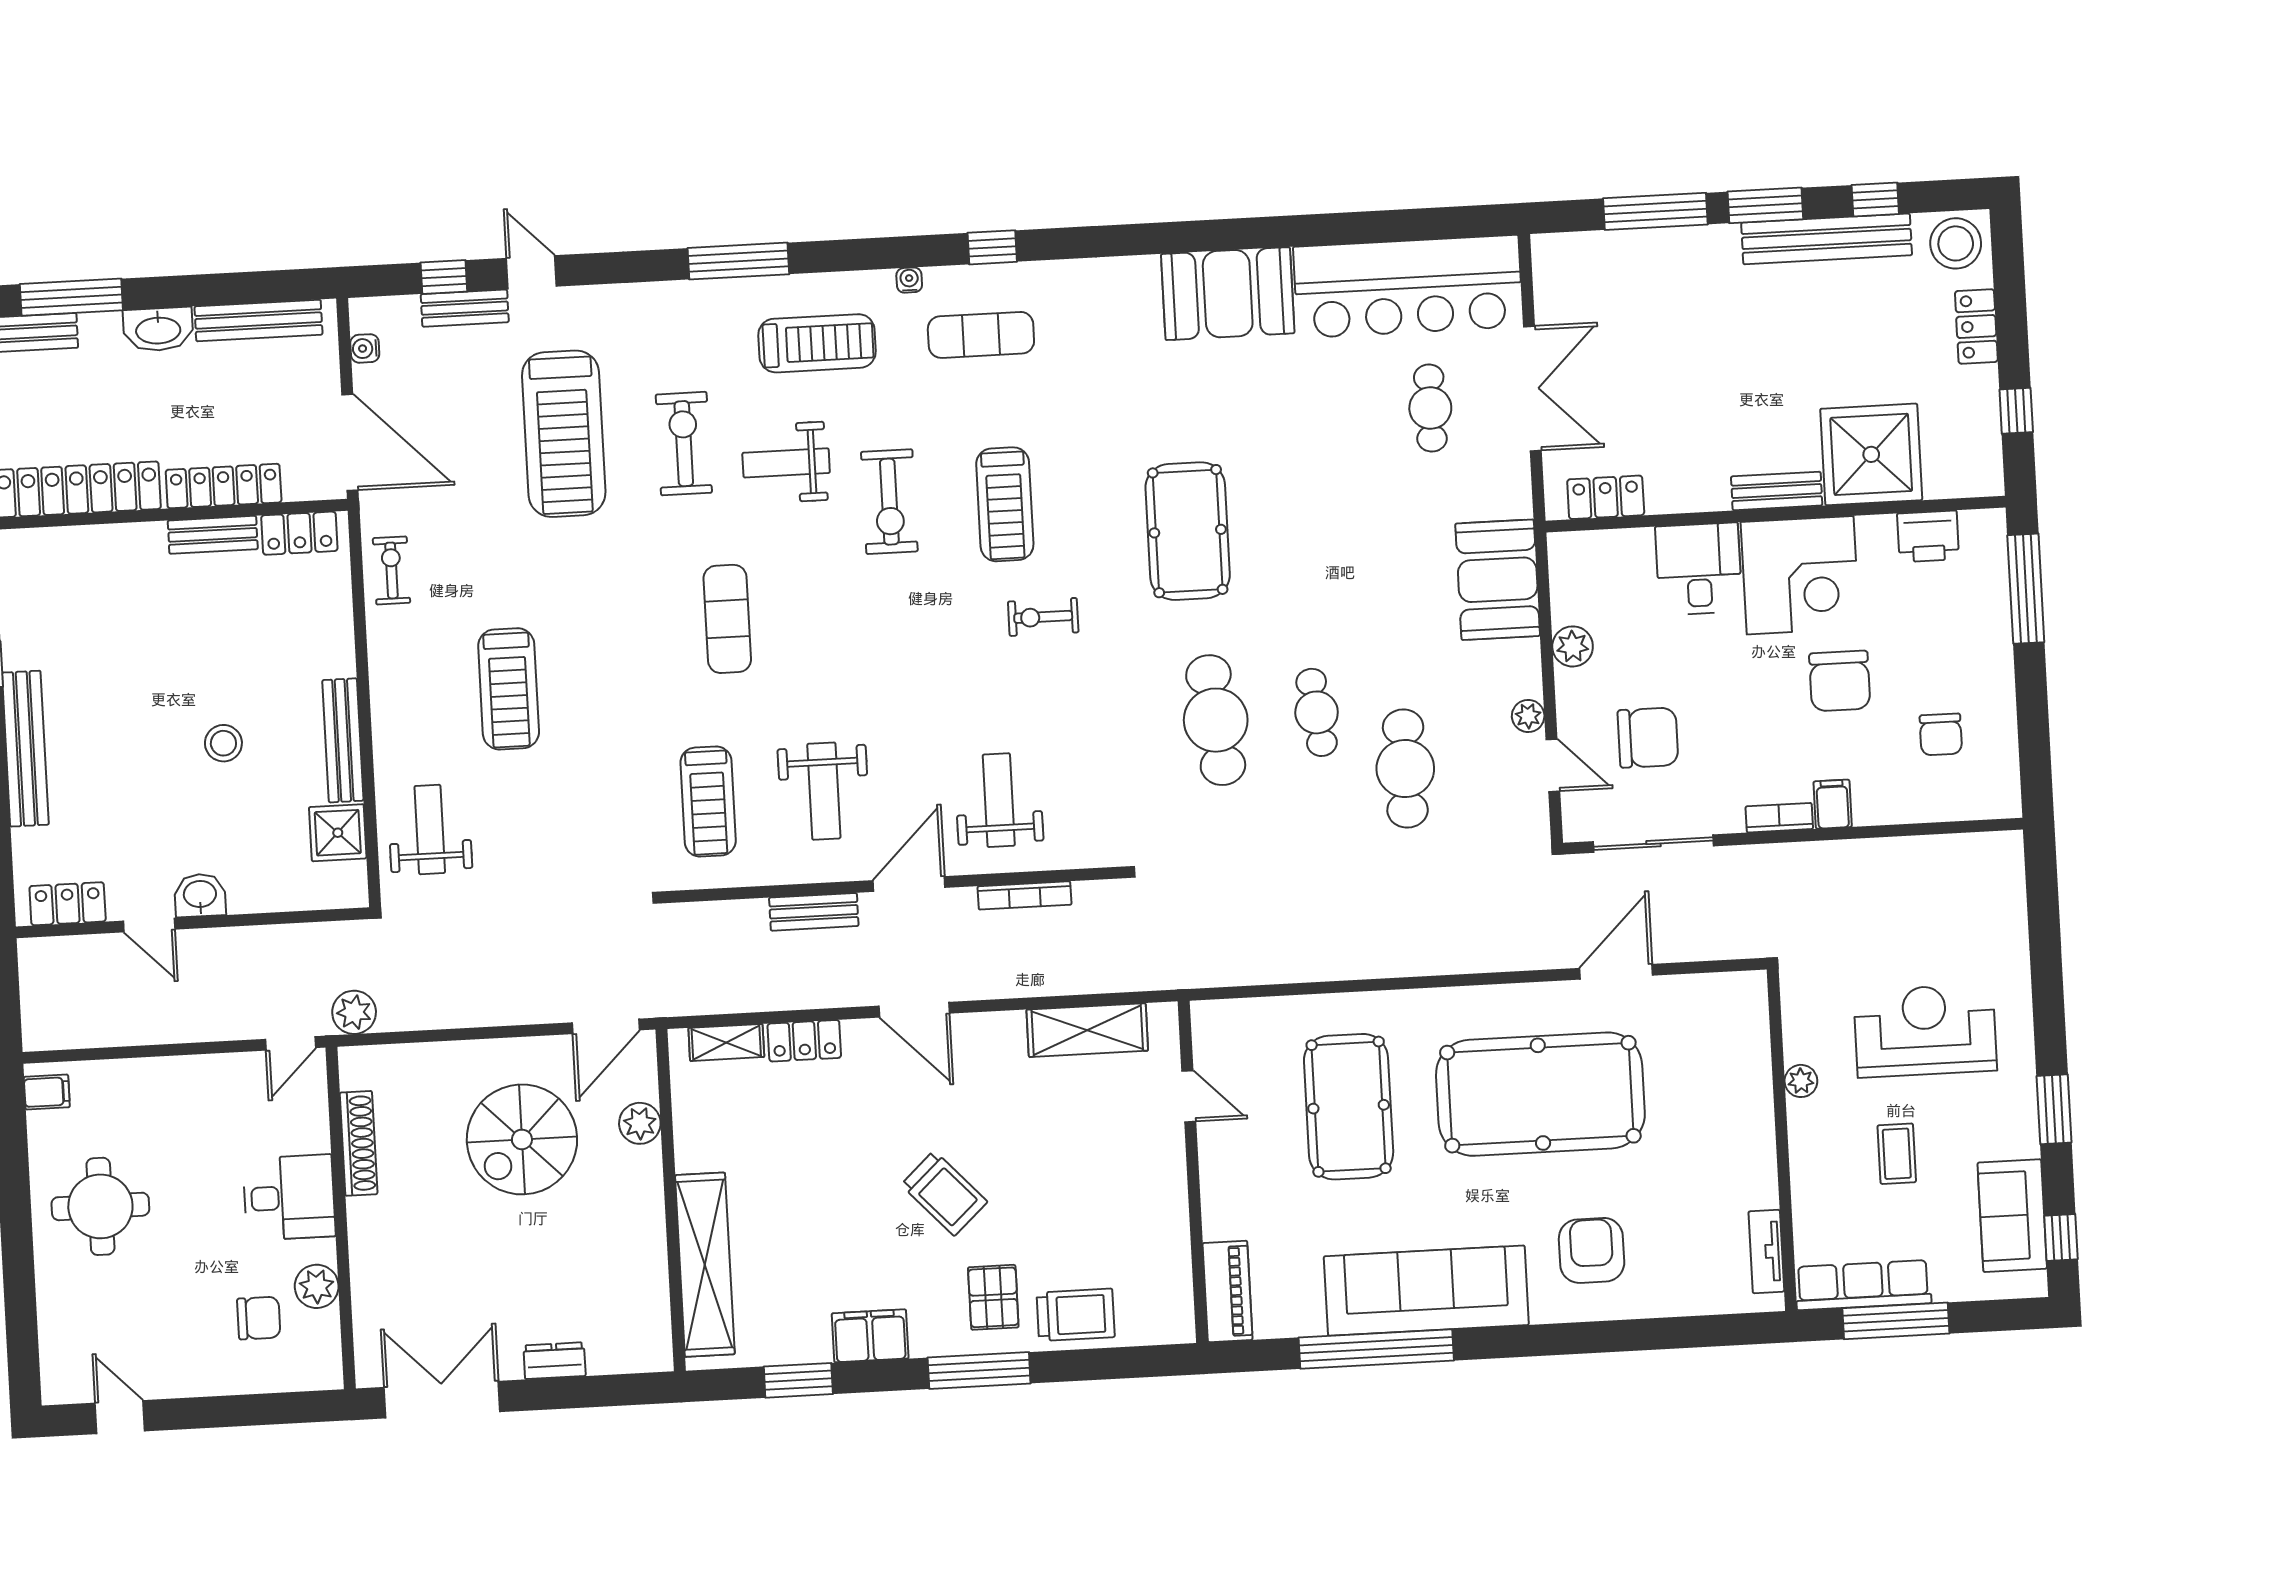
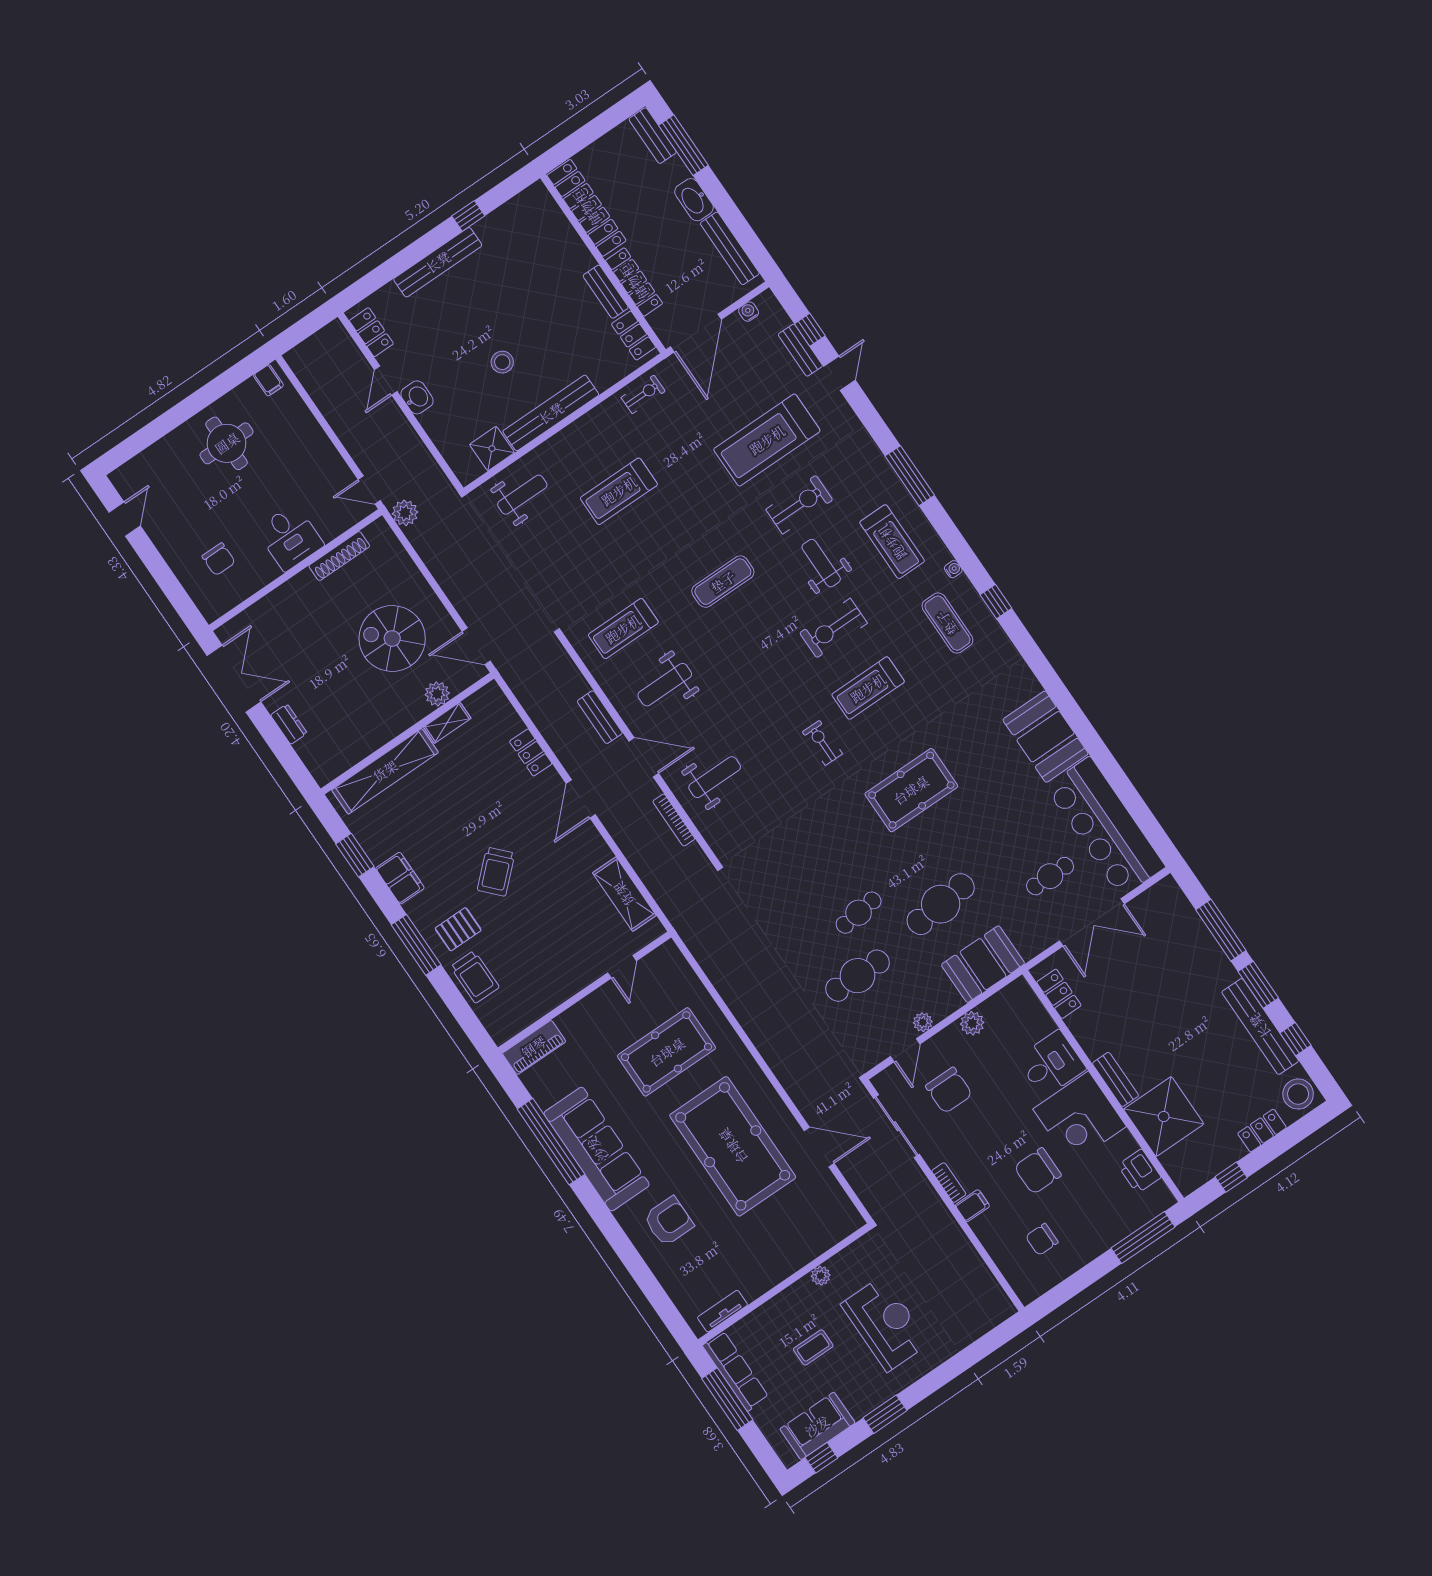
cafe table: (1216, 720) -> (941, 904), moved
bench: (343, 740) -> (551, 413), width x1.37, depth x1.21
shelving: (726, 1042) -> (447, 723), moved, turned 90
plant: (317, 1286) -> (253, 579), removed

